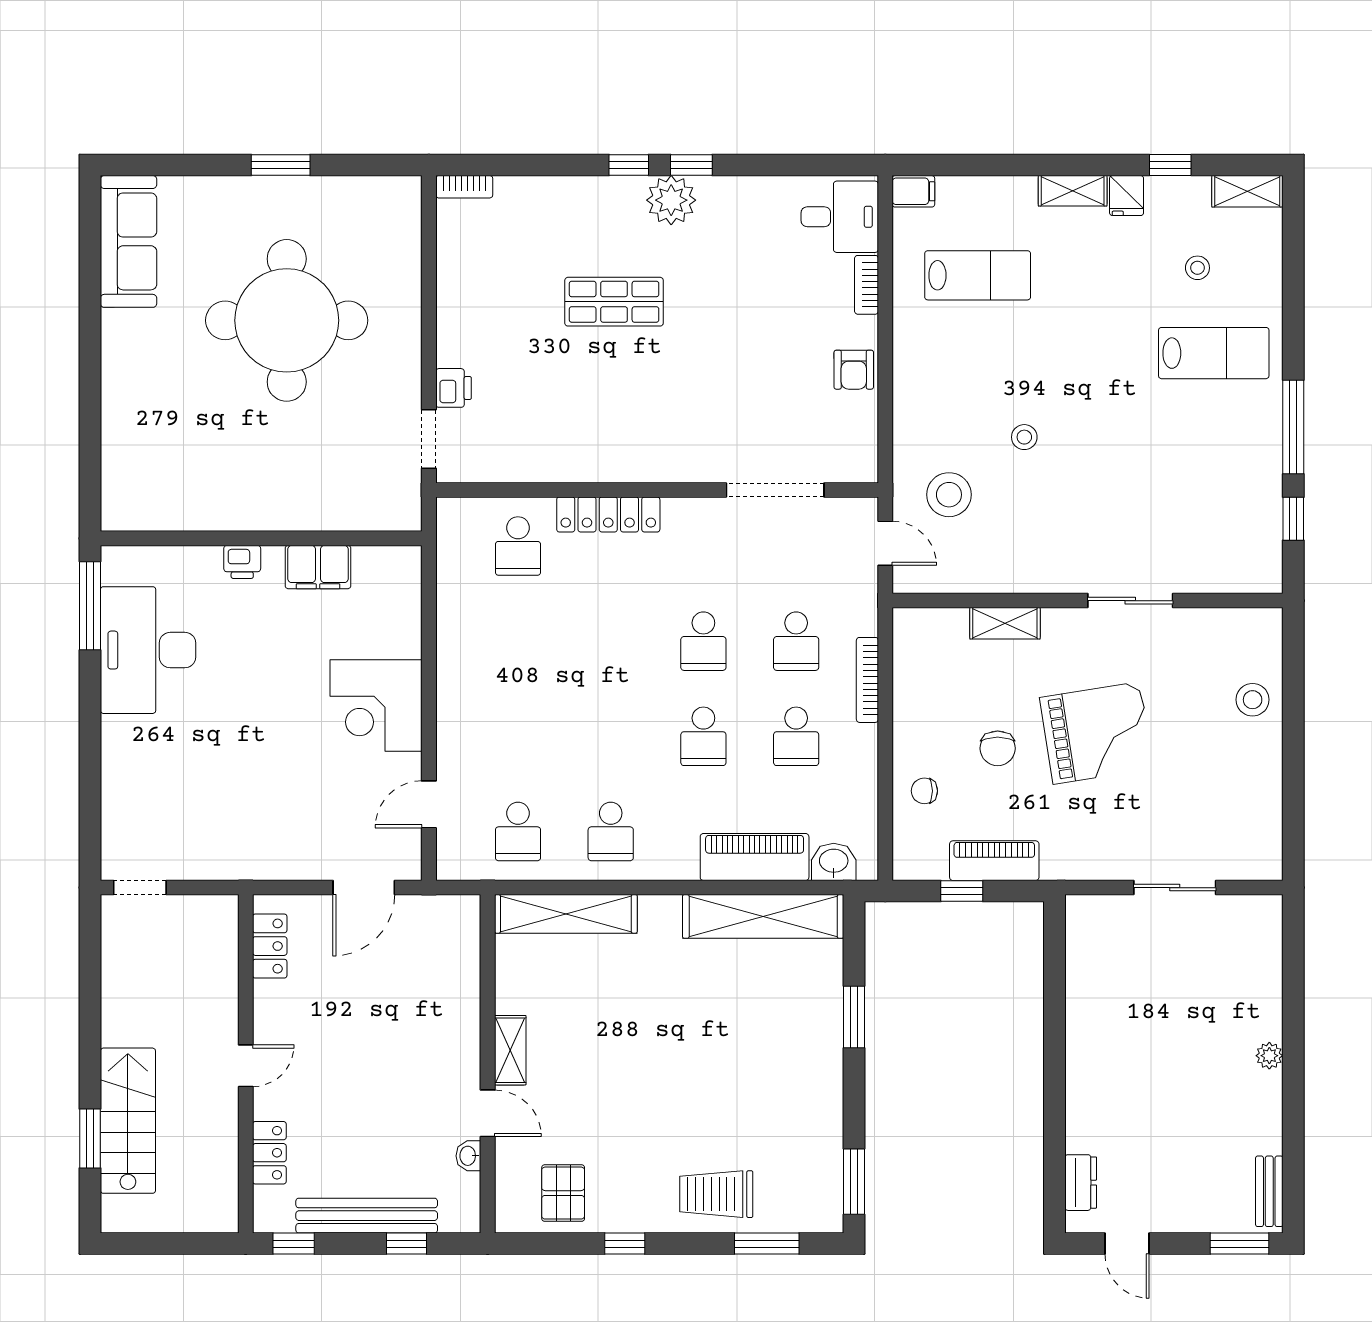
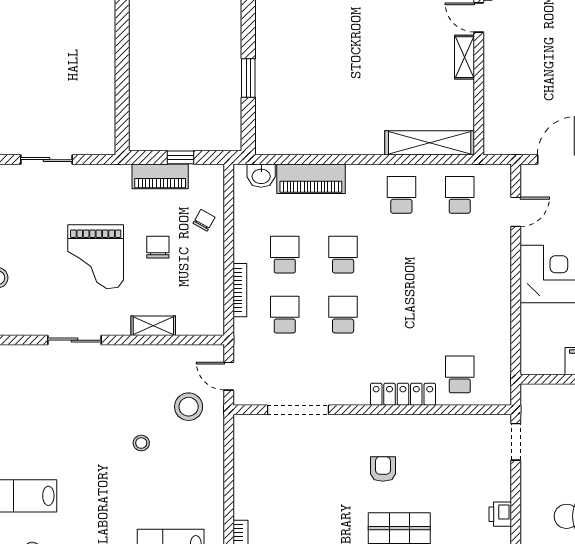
armchair: (854, 370) -> (383, 469), moved
printer: (454, 388) -> (500, 514), moved
grand piano: (1097, 733) -> (96, 257), turned -81
chair: (924, 791) -> (204, 220), turned -61
shelving: (763, 916) -> (305, 141), removed

